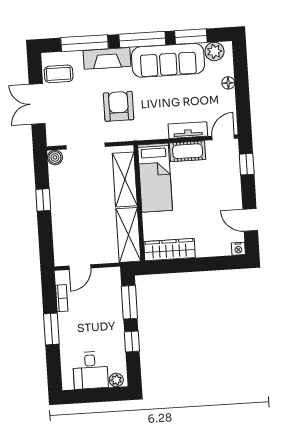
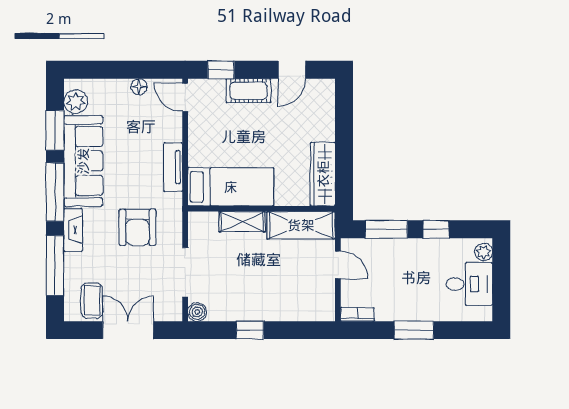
fireplace: (107, 58) -> (73, 230), width x0.73, depth x0.76
floor lamp: (228, 83) -> (139, 87), moved
double door: (37, 104) -> (128, 330), swing flipped
armchair: (119, 106) -> (138, 227), turned -90
tv unit: (188, 130) -> (173, 167), moved
cot: (188, 151) -> (248, 91), moved, turned 90
shelving: (125, 180) -> (242, 222), width x0.67, depth x0.75
nightstand: (238, 249) -> (327, 87), removed
door: (80, 267) -> (338, 265), moved
bookcase: (62, 298) -> (357, 314), moved

